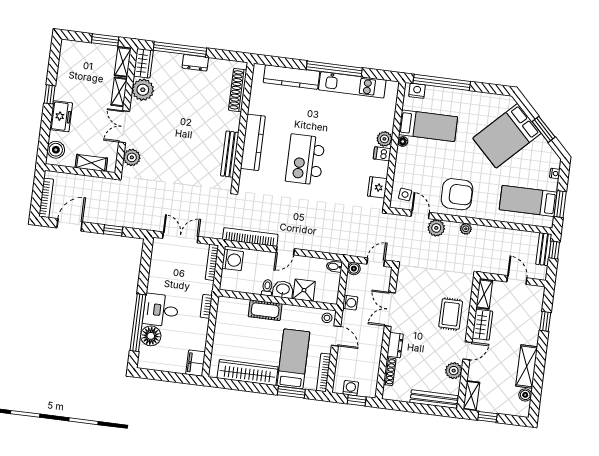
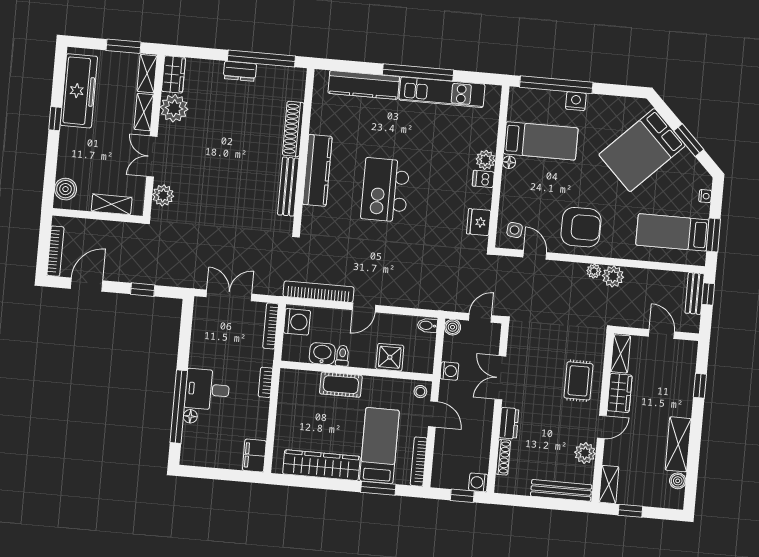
window: (180, 49) -> (261, 58), moved
shoe rack: (238, 90) -> (293, 129), moved
nightstand: (417, 91) -> (576, 101), moved
freezer: (61, 116) -> (79, 91), moved, width x1.91, depth x1.26
plant: (436, 228) -> (613, 276), moved
washbasin: (283, 289) -> (322, 354), moved
floor lamp: (151, 336) -> (190, 416), width x0.53, depth x0.53
washing machine: (351, 388) -> (478, 482), moved, turned -90

